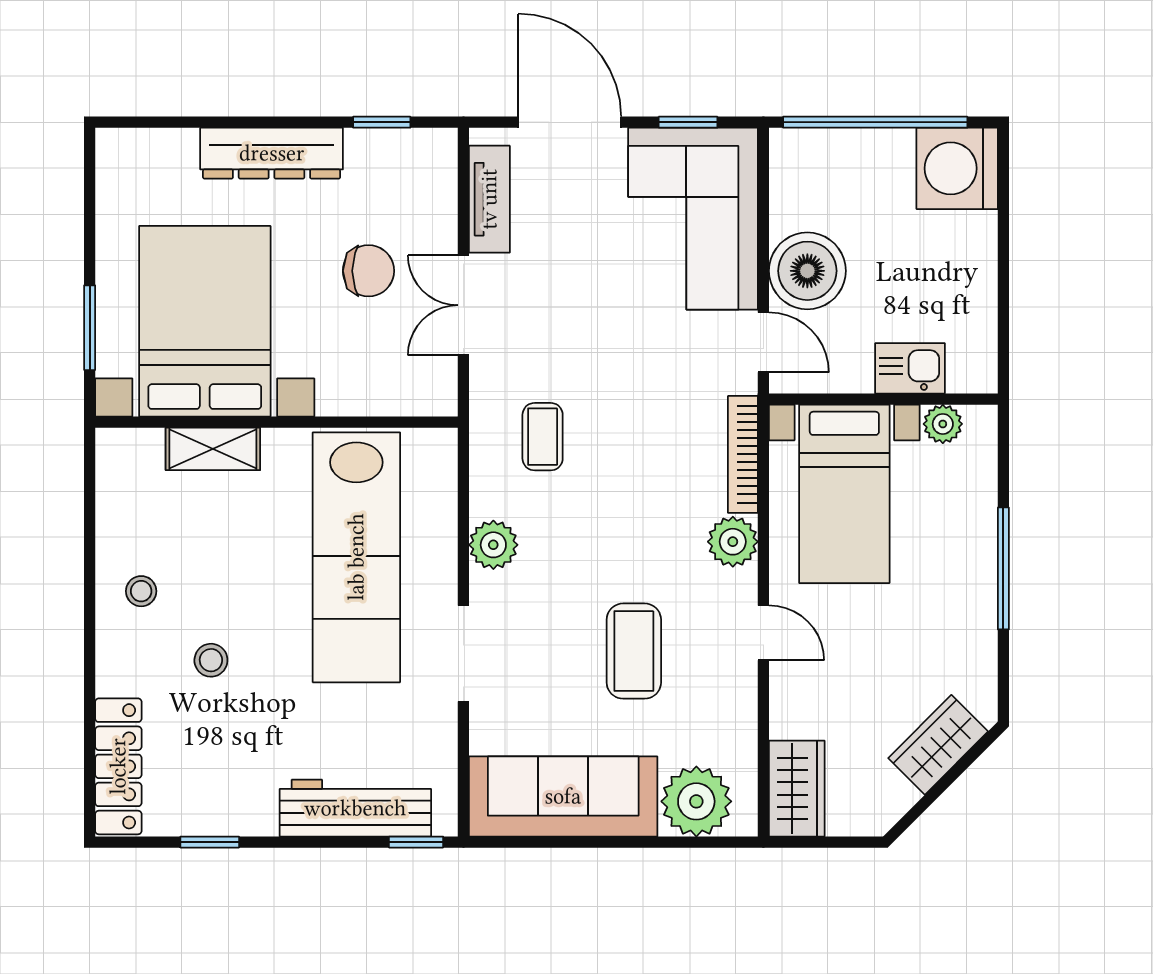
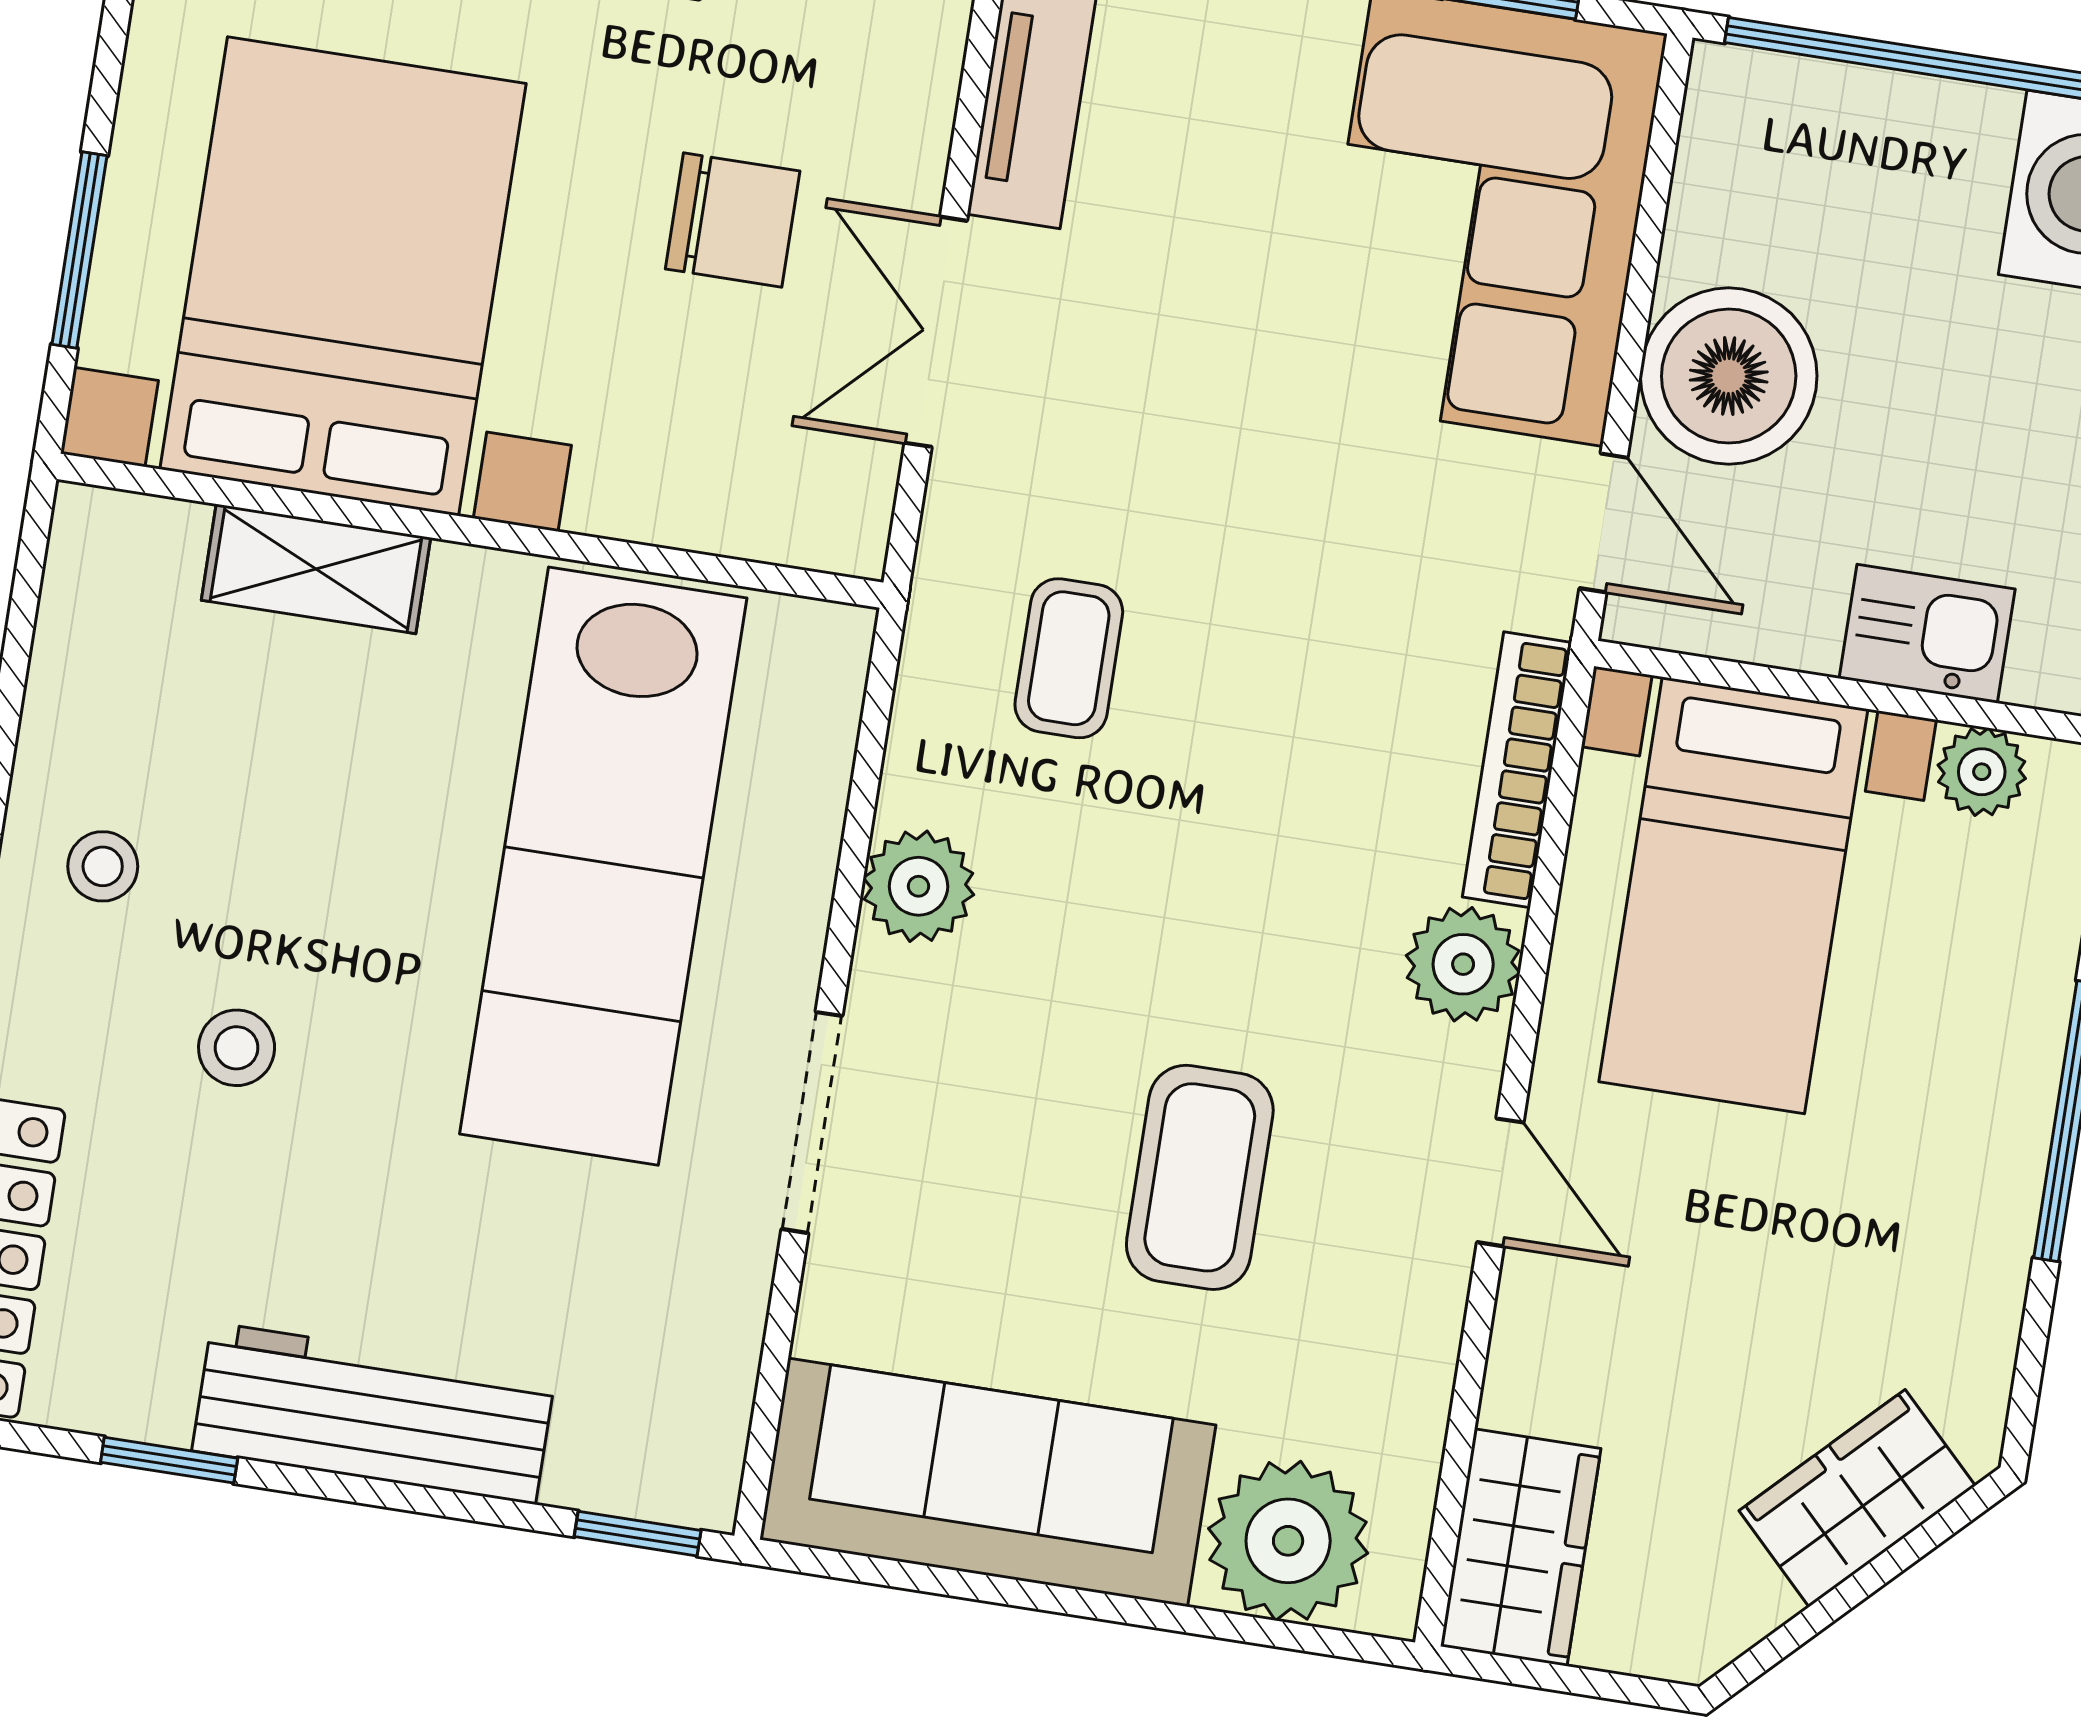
workbench: (355, 808) -> (374, 1413), moved

